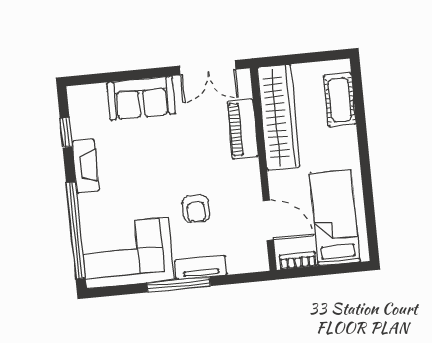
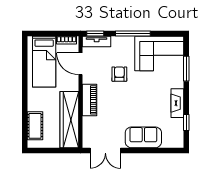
double door: (208, 68) -> (105, 150), swing flipped
piano: (243, 129) -> (90, 100), moved
window: (76, 230) -> (186, 69), width x0.47
tv unit: (201, 268) -> (97, 42), moved
window: (247, 278) -> (95, 34), added

